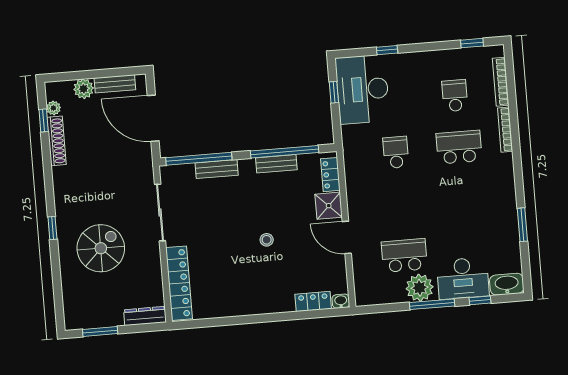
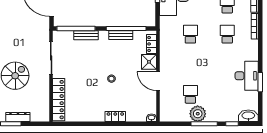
school desk: (459, 147) -> (227, 34), width x0.54
school desk: (404, 255) -> (190, 94), width x0.54
desk: (463, 278) -> (247, 76), moved, turned -90
locker: (313, 301) -> (115, 117), moved
dresser: (145, 316) -> (18, 117), moved

